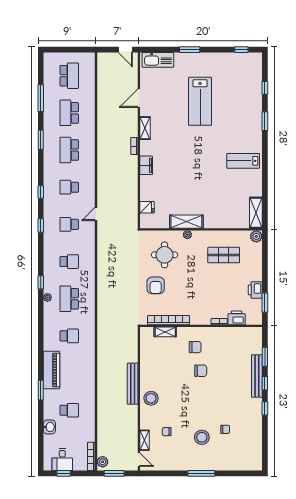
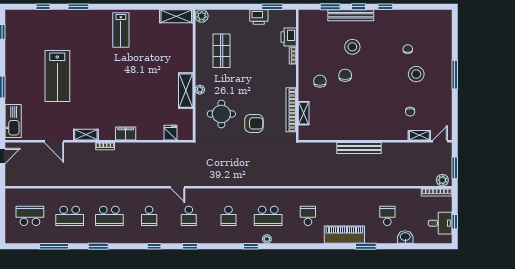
lab bench: (200, 101) -> (57, 76), turned 90
school desk: (69, 262) -> (228, 216), turned 180
stool: (151, 398) -> (352, 47), moved

